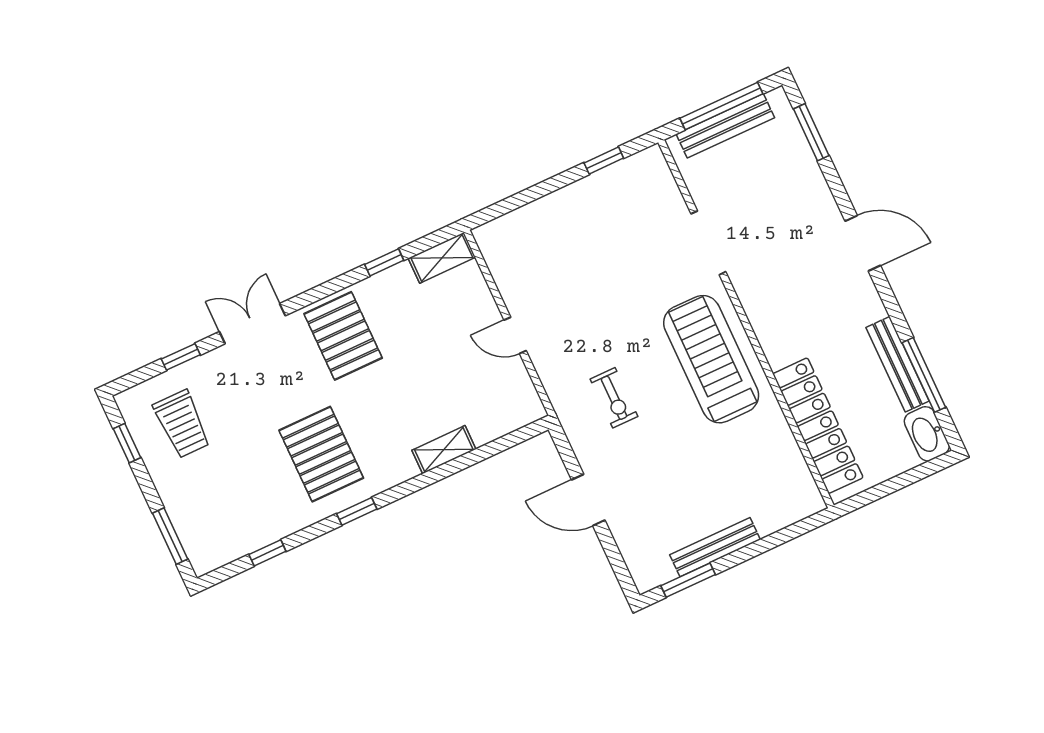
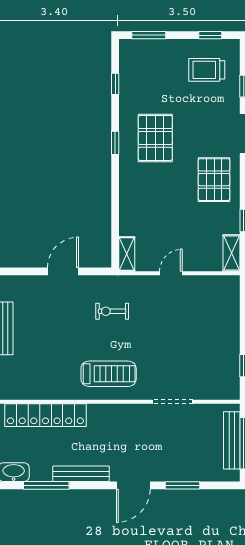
window: (811, 132) -> (182, 485), moved
pallet: (343, 336) -> (214, 180), turned 90
treadmill: (711, 359) -> (109, 374), width x0.73, depth x0.73
bench: (898, 364) -> (81, 474), moved
shelving: (444, 450) -> (127, 254), moved
pallet: (321, 454) -> (155, 138), turned 90

